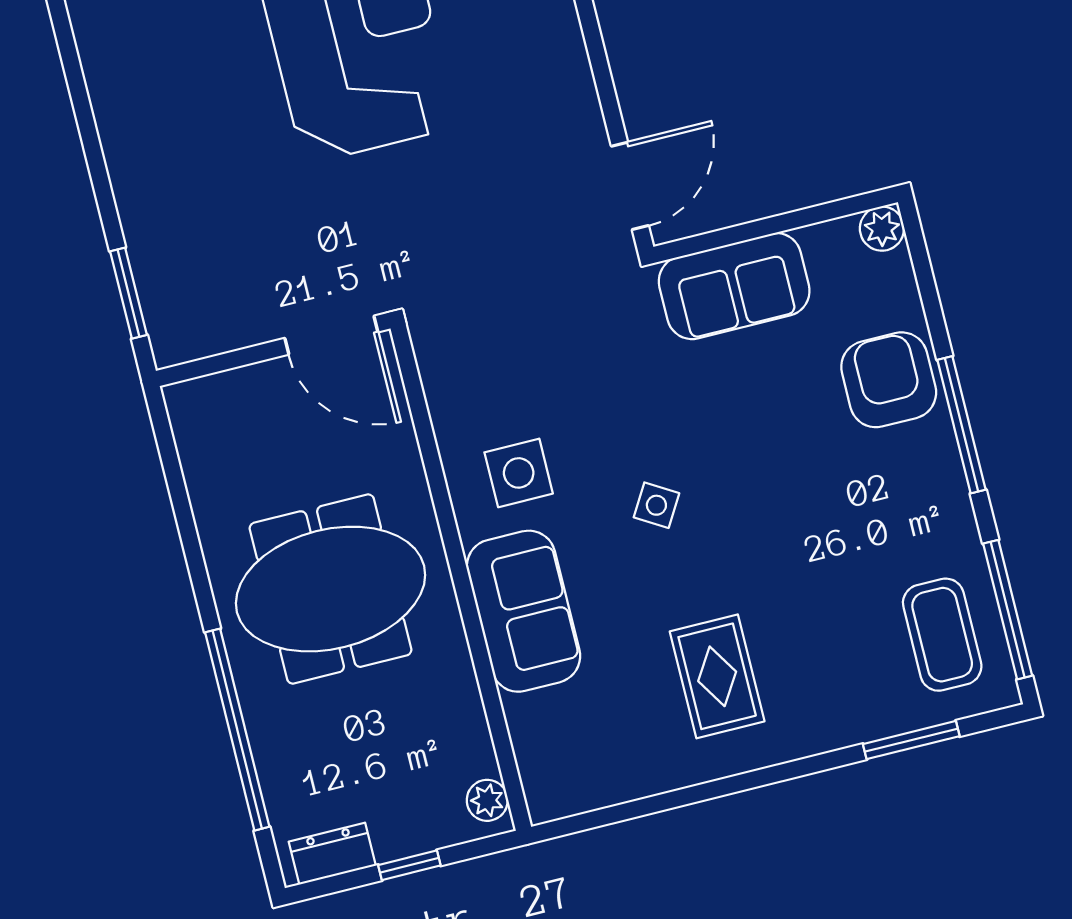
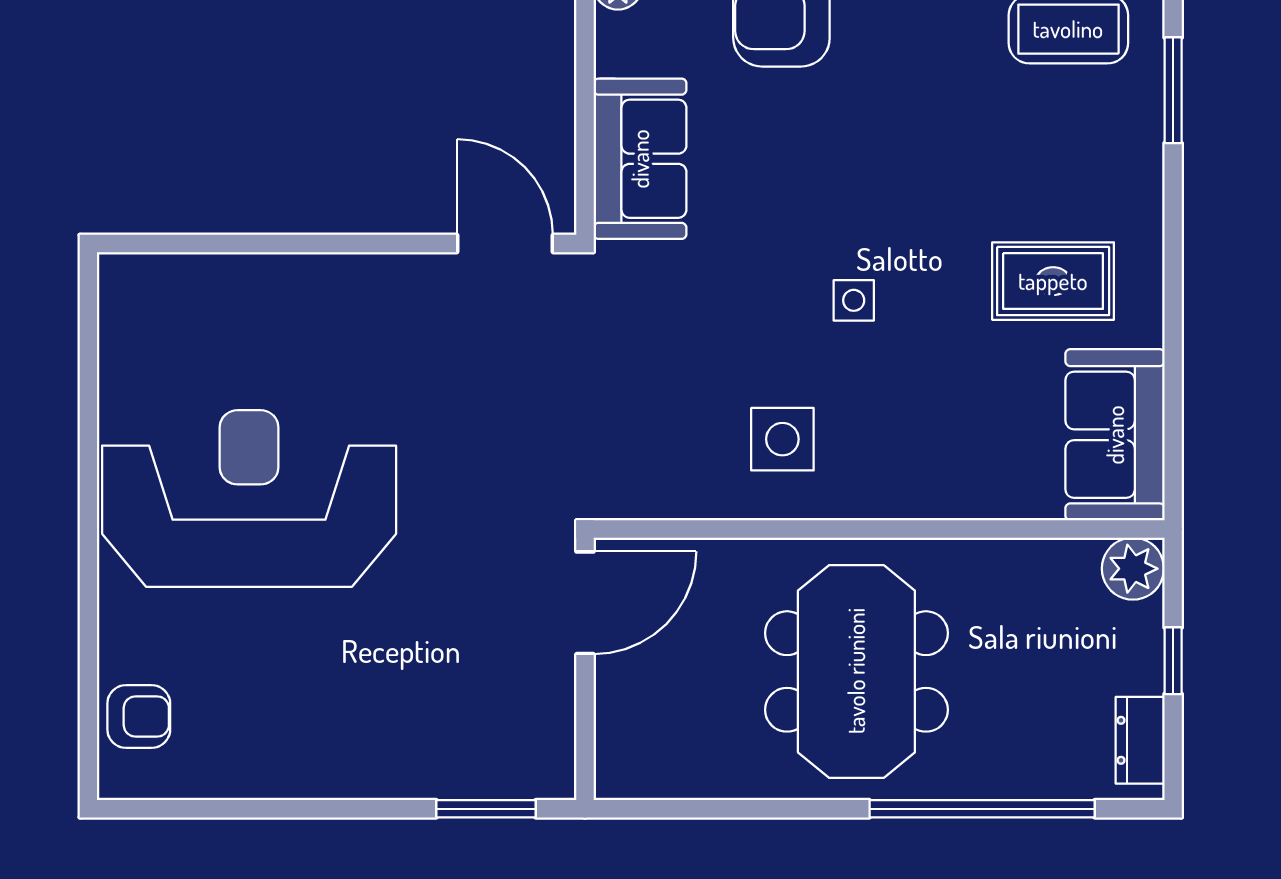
side table: (656, 505) -> (854, 300), turned -31
sofa: (523, 611) -> (1115, 435), moved, turned -90
plant: (487, 800) -> (1133, 569), width x1.38, depth x1.38

